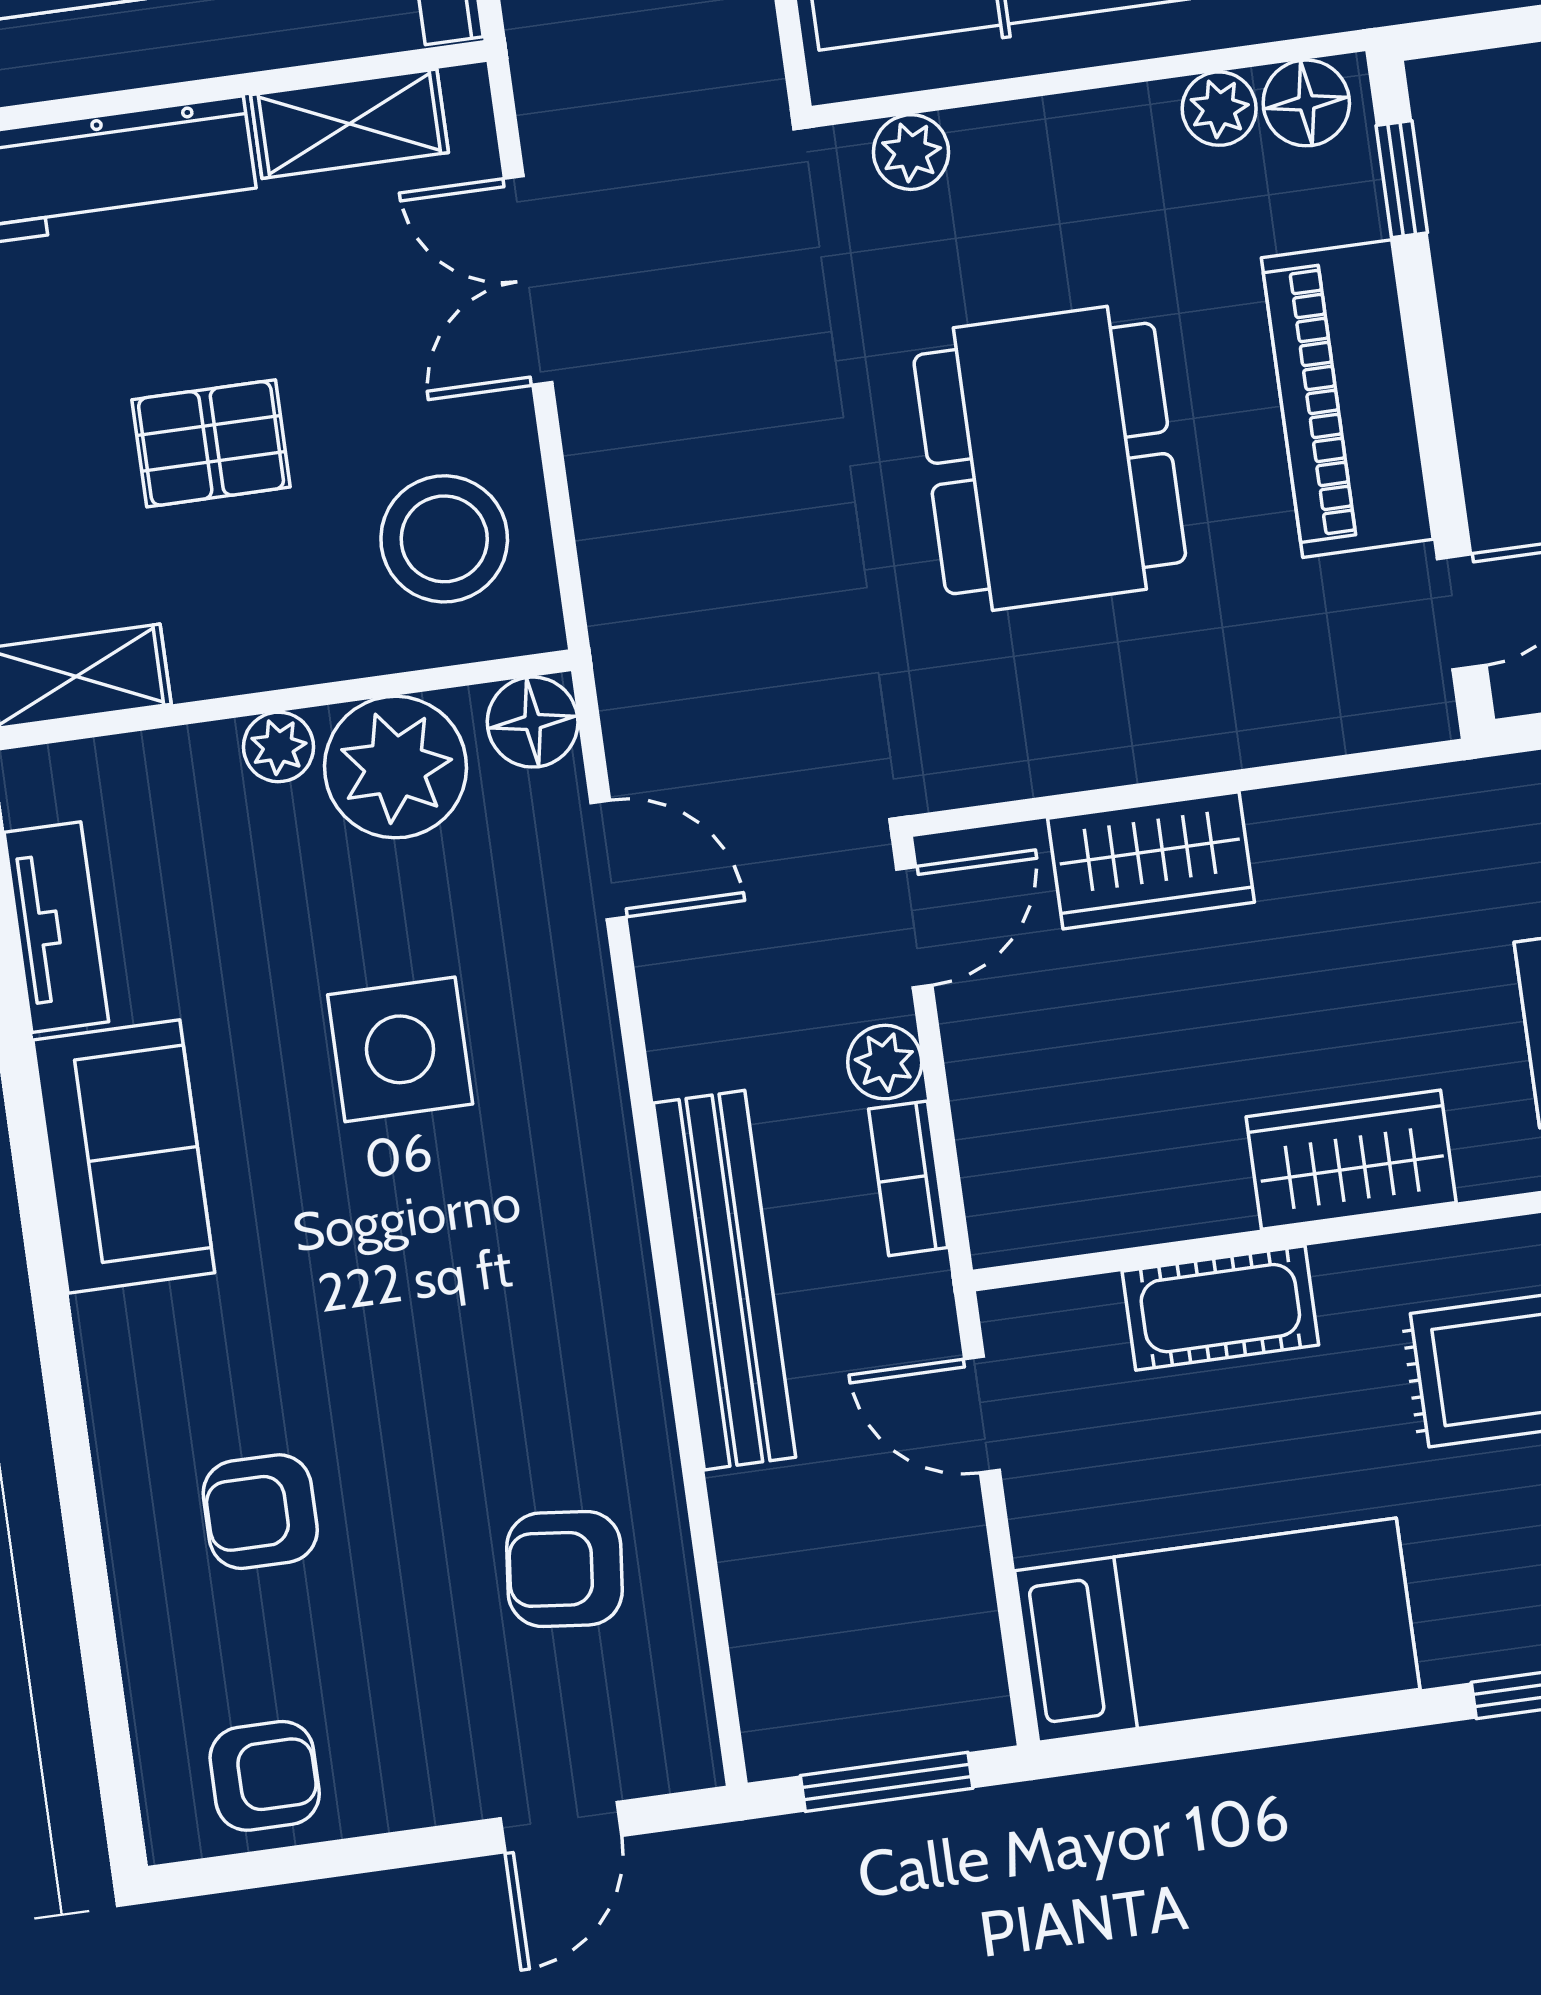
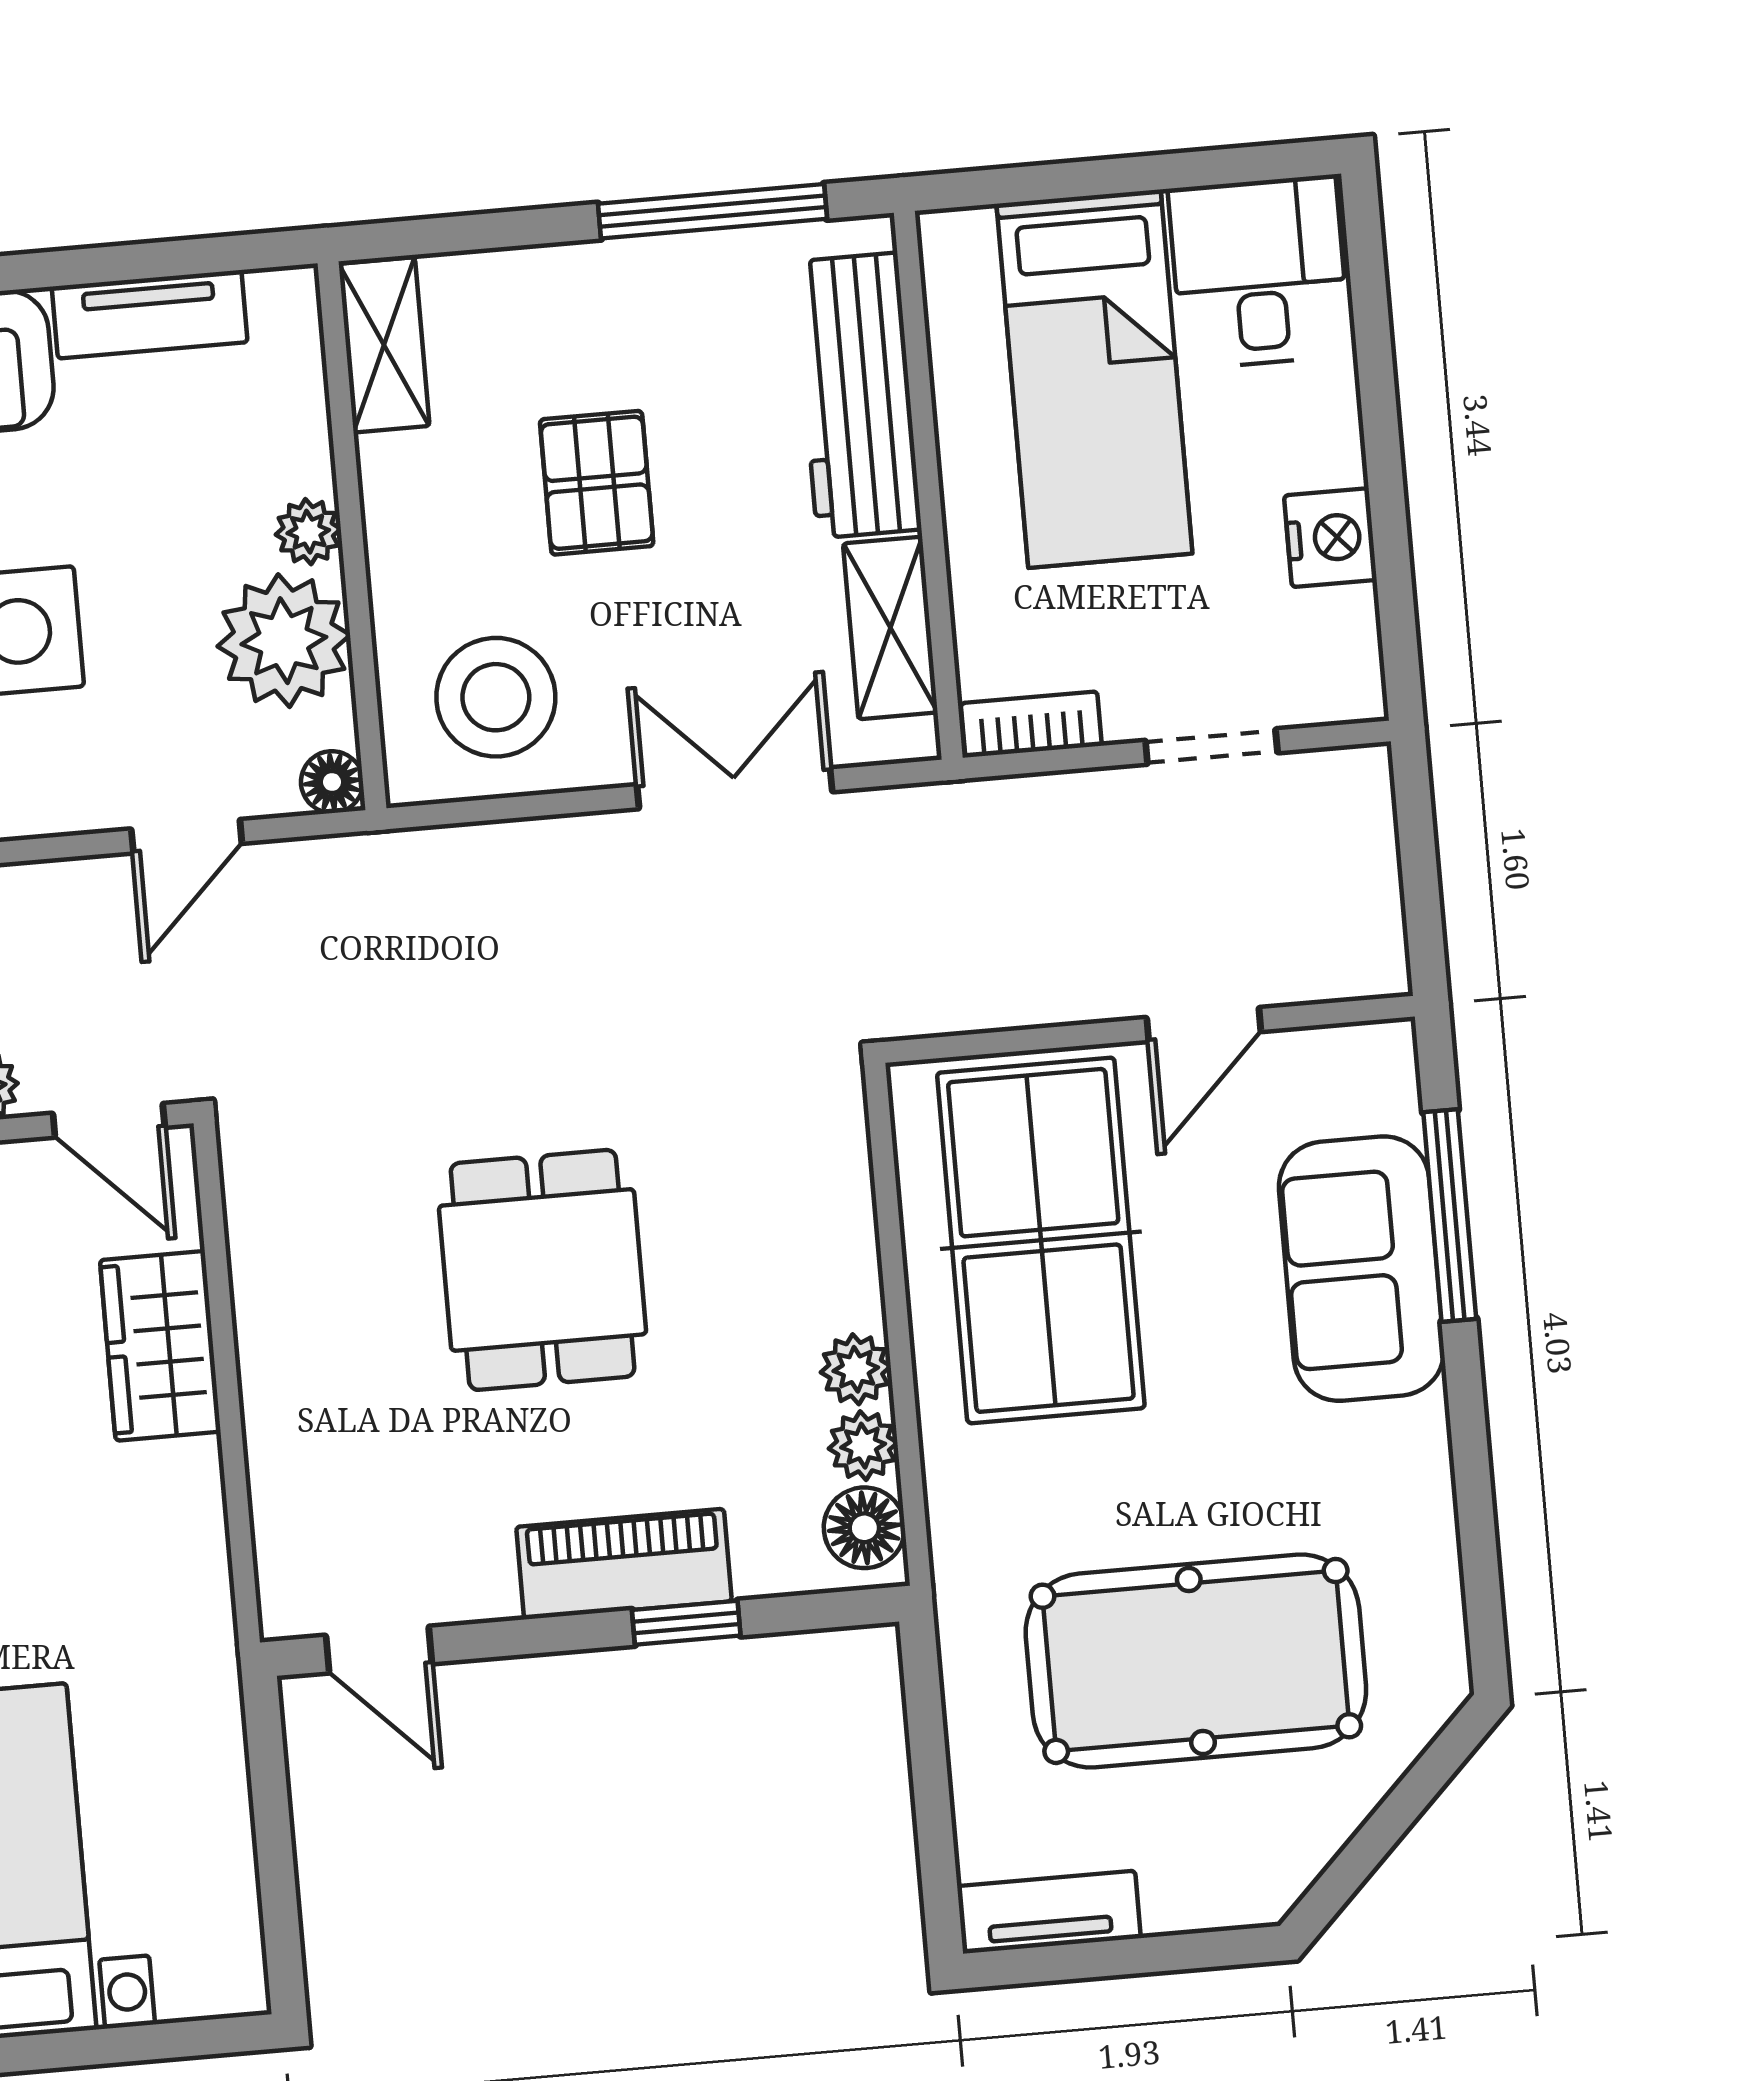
plant: (911, 152) -> (856, 1369), moved
window: (1402, 179) -> (686, 1623), moved
piano: (1347, 399) -> (624, 1564), width x0.73, depth x0.75
dining table: (1050, 458) -> (543, 1270), width x0.73
floor lamp: (533, 722) -> (332, 782), width x0.73, depth x0.73

